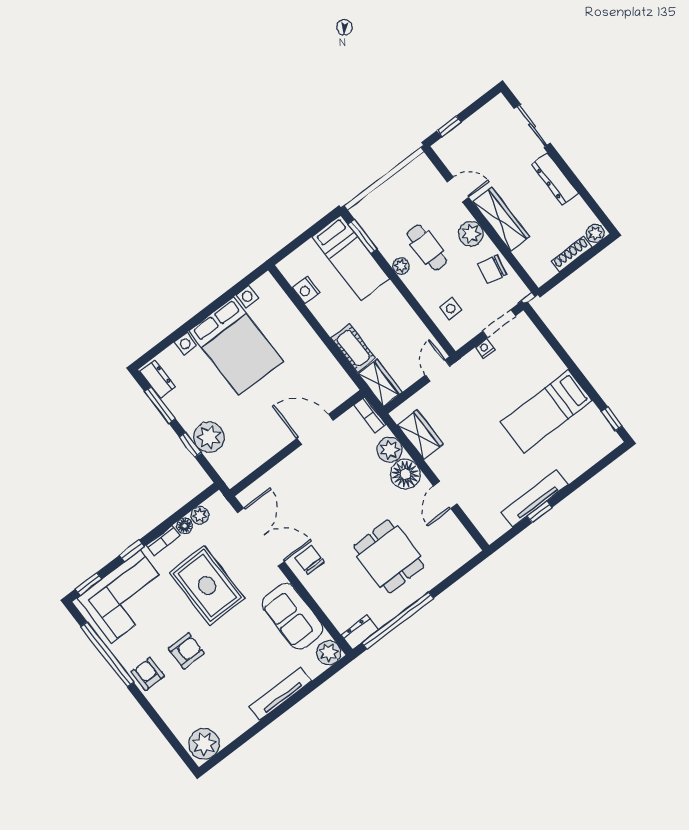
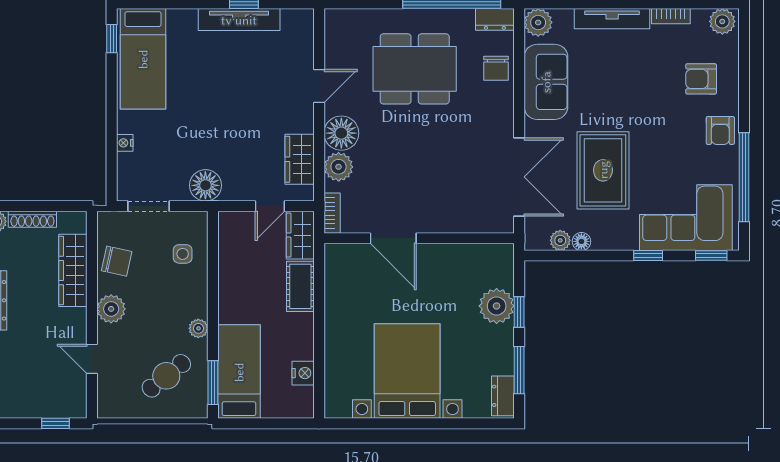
wardrobe: (501, 219) -> (73, 270), moved
cafe table: (427, 248) -> (166, 376), moved, turned 51
nightstand: (485, 348) -> (125, 143), moved, turned 90
floor lamp: (471, 368) -> (205, 185), added
door: (438, 371) -> (270, 206), moved
bed: (546, 411) -> (143, 59), moved, turned 90
double door: (261, 537) -> (519, 177), swing flipped
bookcase: (163, 541) -> (671, 16), moved, turned 180
dining table: (389, 556) -> (415, 69), width x1.38
chair: (310, 560) -> (496, 68), moved
armchair: (186, 651) -> (701, 79), moved
plant: (204, 744) -> (722, 21), width x0.73, depth x0.73

